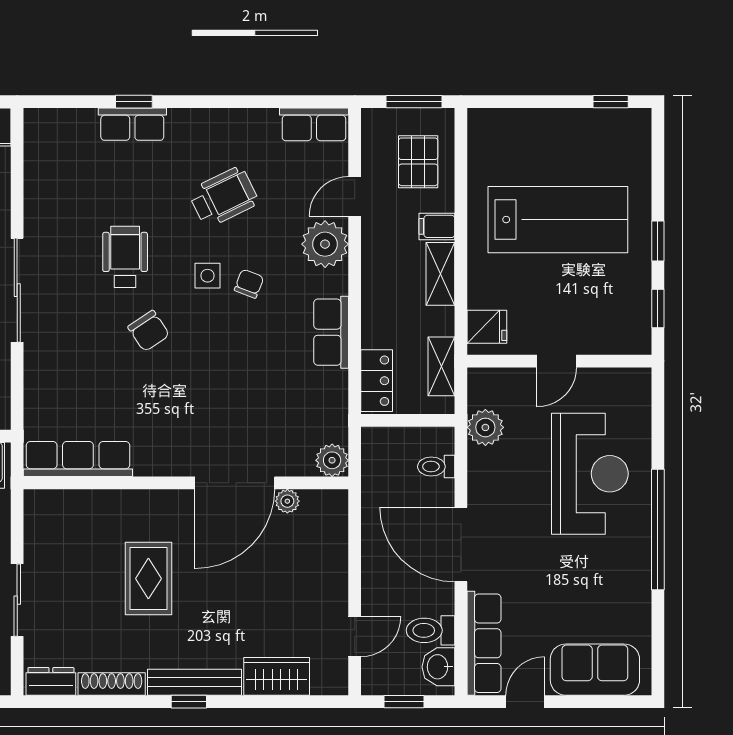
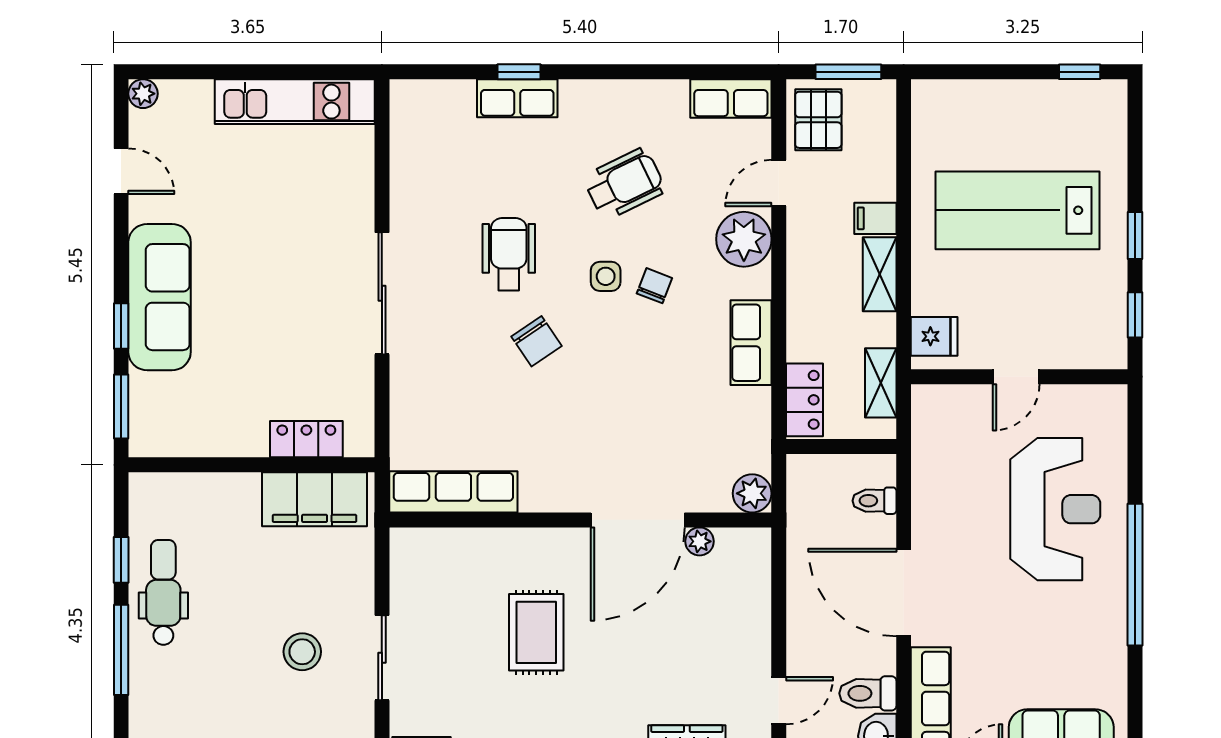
pallet: (418, 162) -> (818, 120), moved
lab bench: (558, 220) -> (1018, 210), turned 180
plant: (485, 427) -> (932, 455), removed

